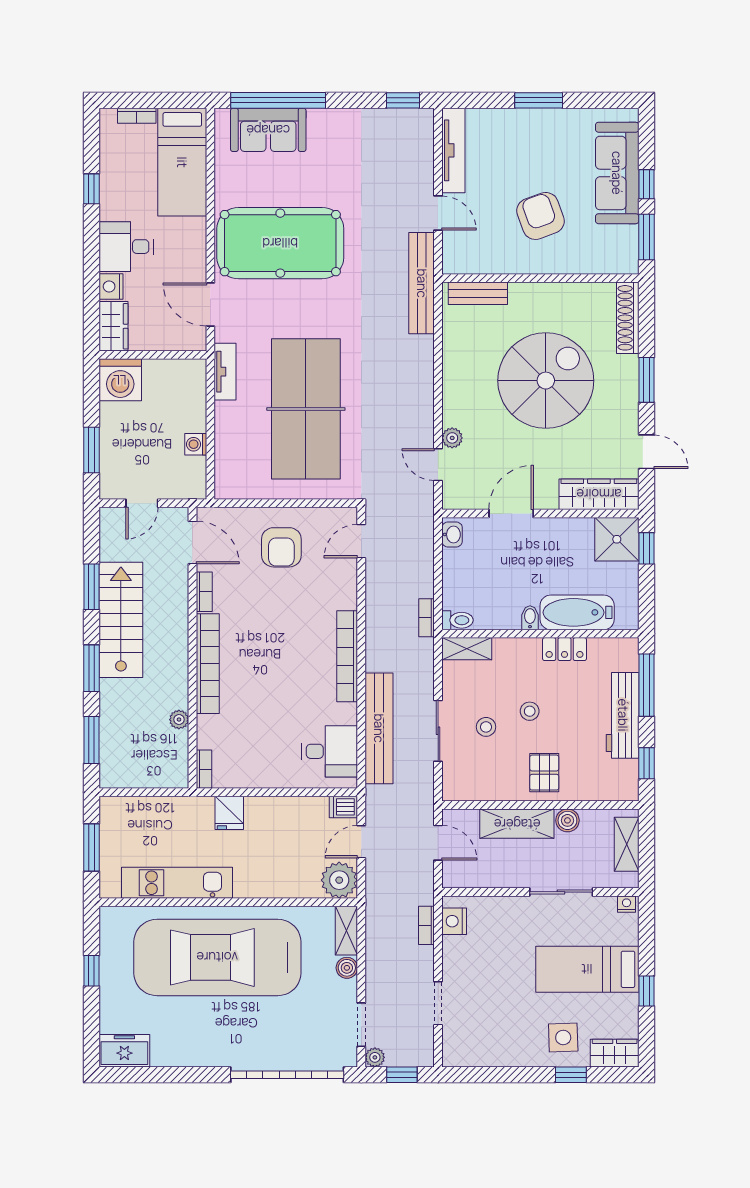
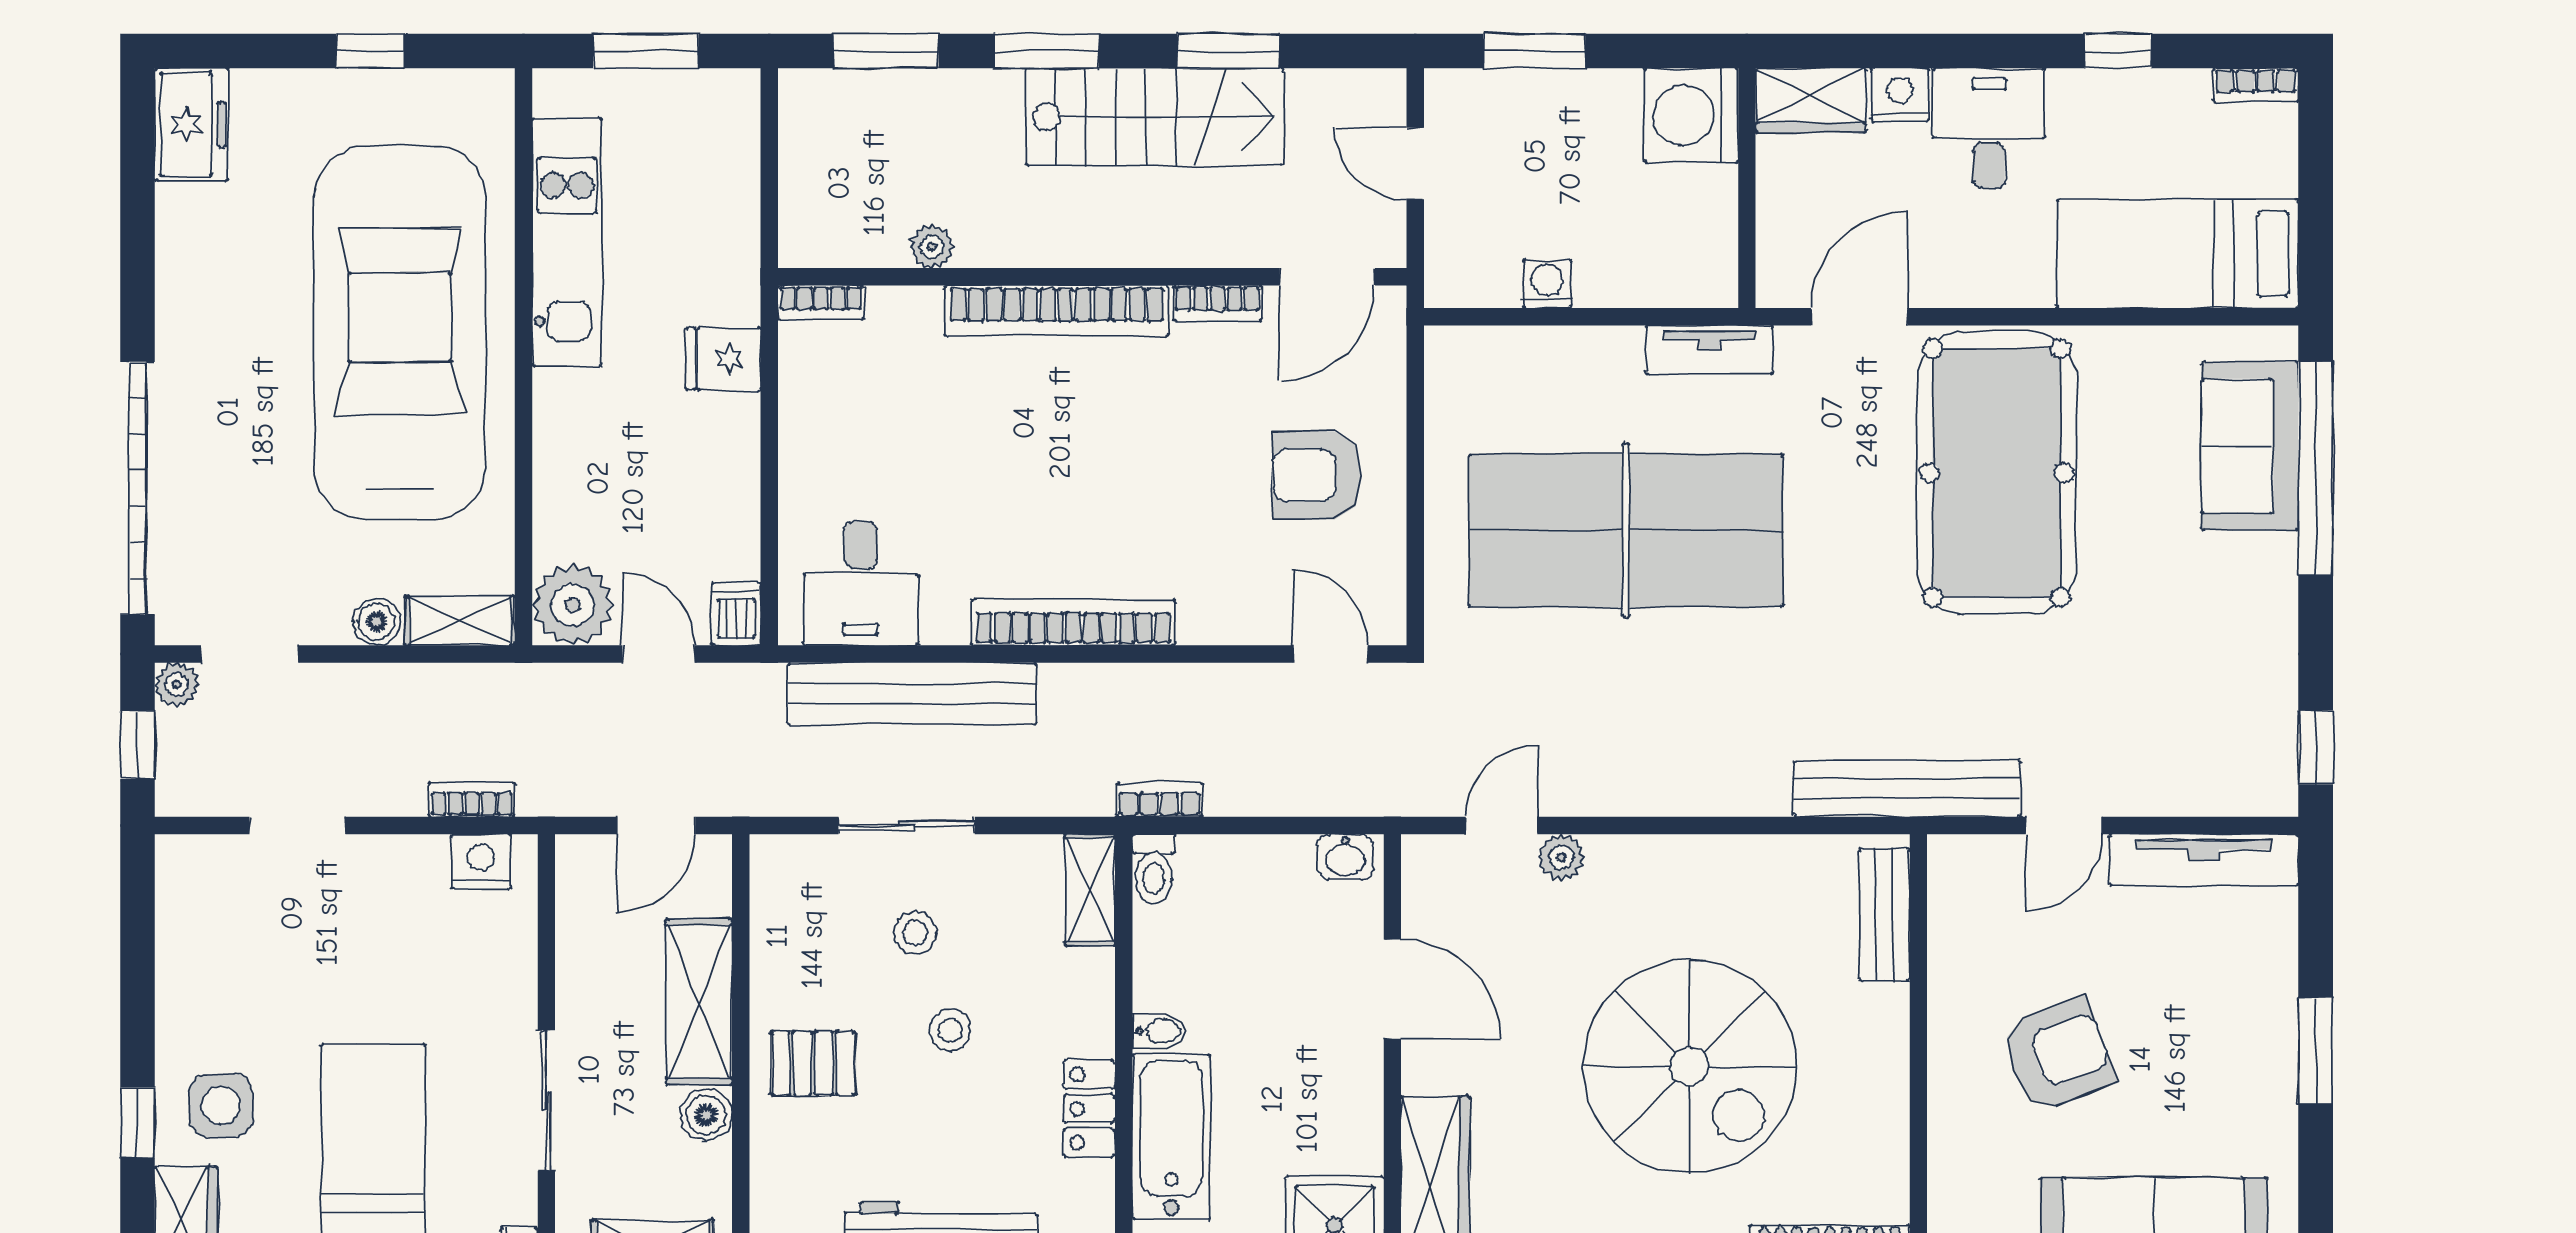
bookcase: (137, 116) -> (2256, 85), moved, turned -90

